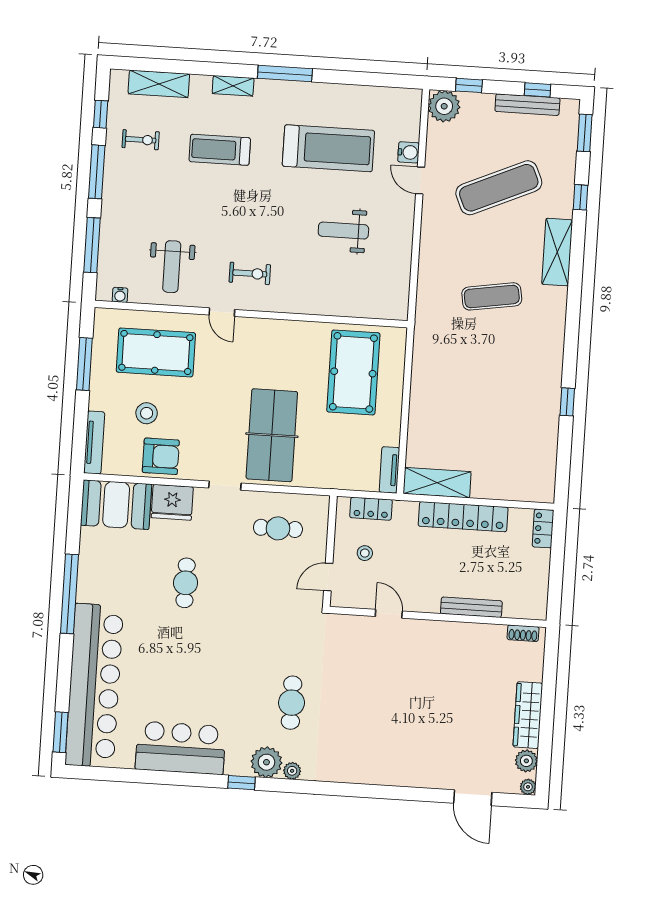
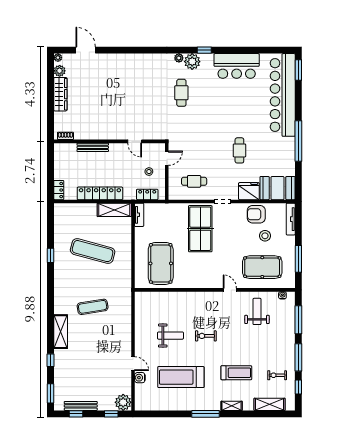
exercise mat: (499, 188) -> (93, 251), moved, turned 39
exercise bike: (250, 273) -> (206, 336), moved

